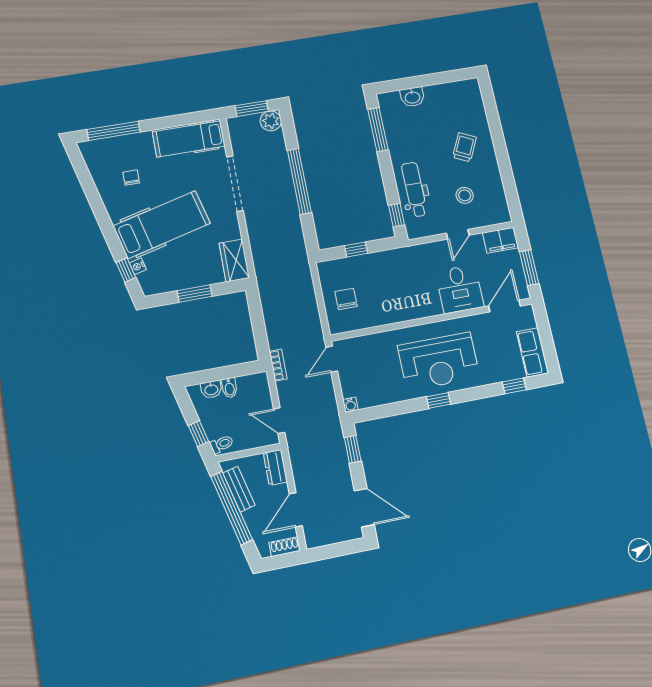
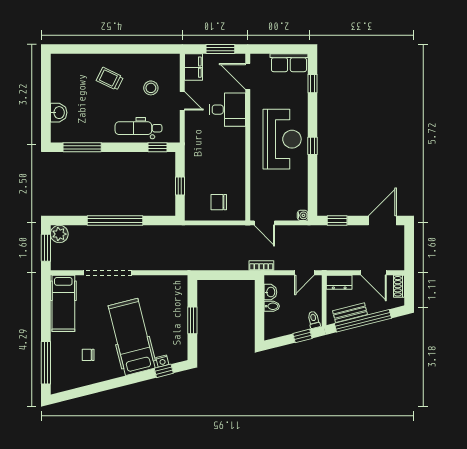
wardrobe: (234, 260) -> (171, 285), removed
washbasin: (211, 389) -> (270, 292), moved

